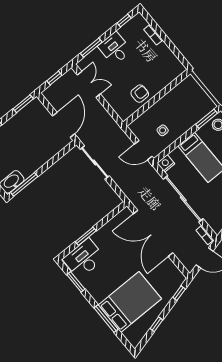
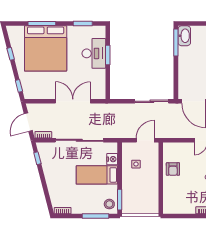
door: (143, 150) -> (145, 140), moved
nightstand: (166, 163) -> (112, 159), moved
double door: (153, 233) -> (73, 101), width x0.73
desk: (84, 259) -> (94, 53), moved
bed: (130, 302) -> (46, 48), width x1.36

